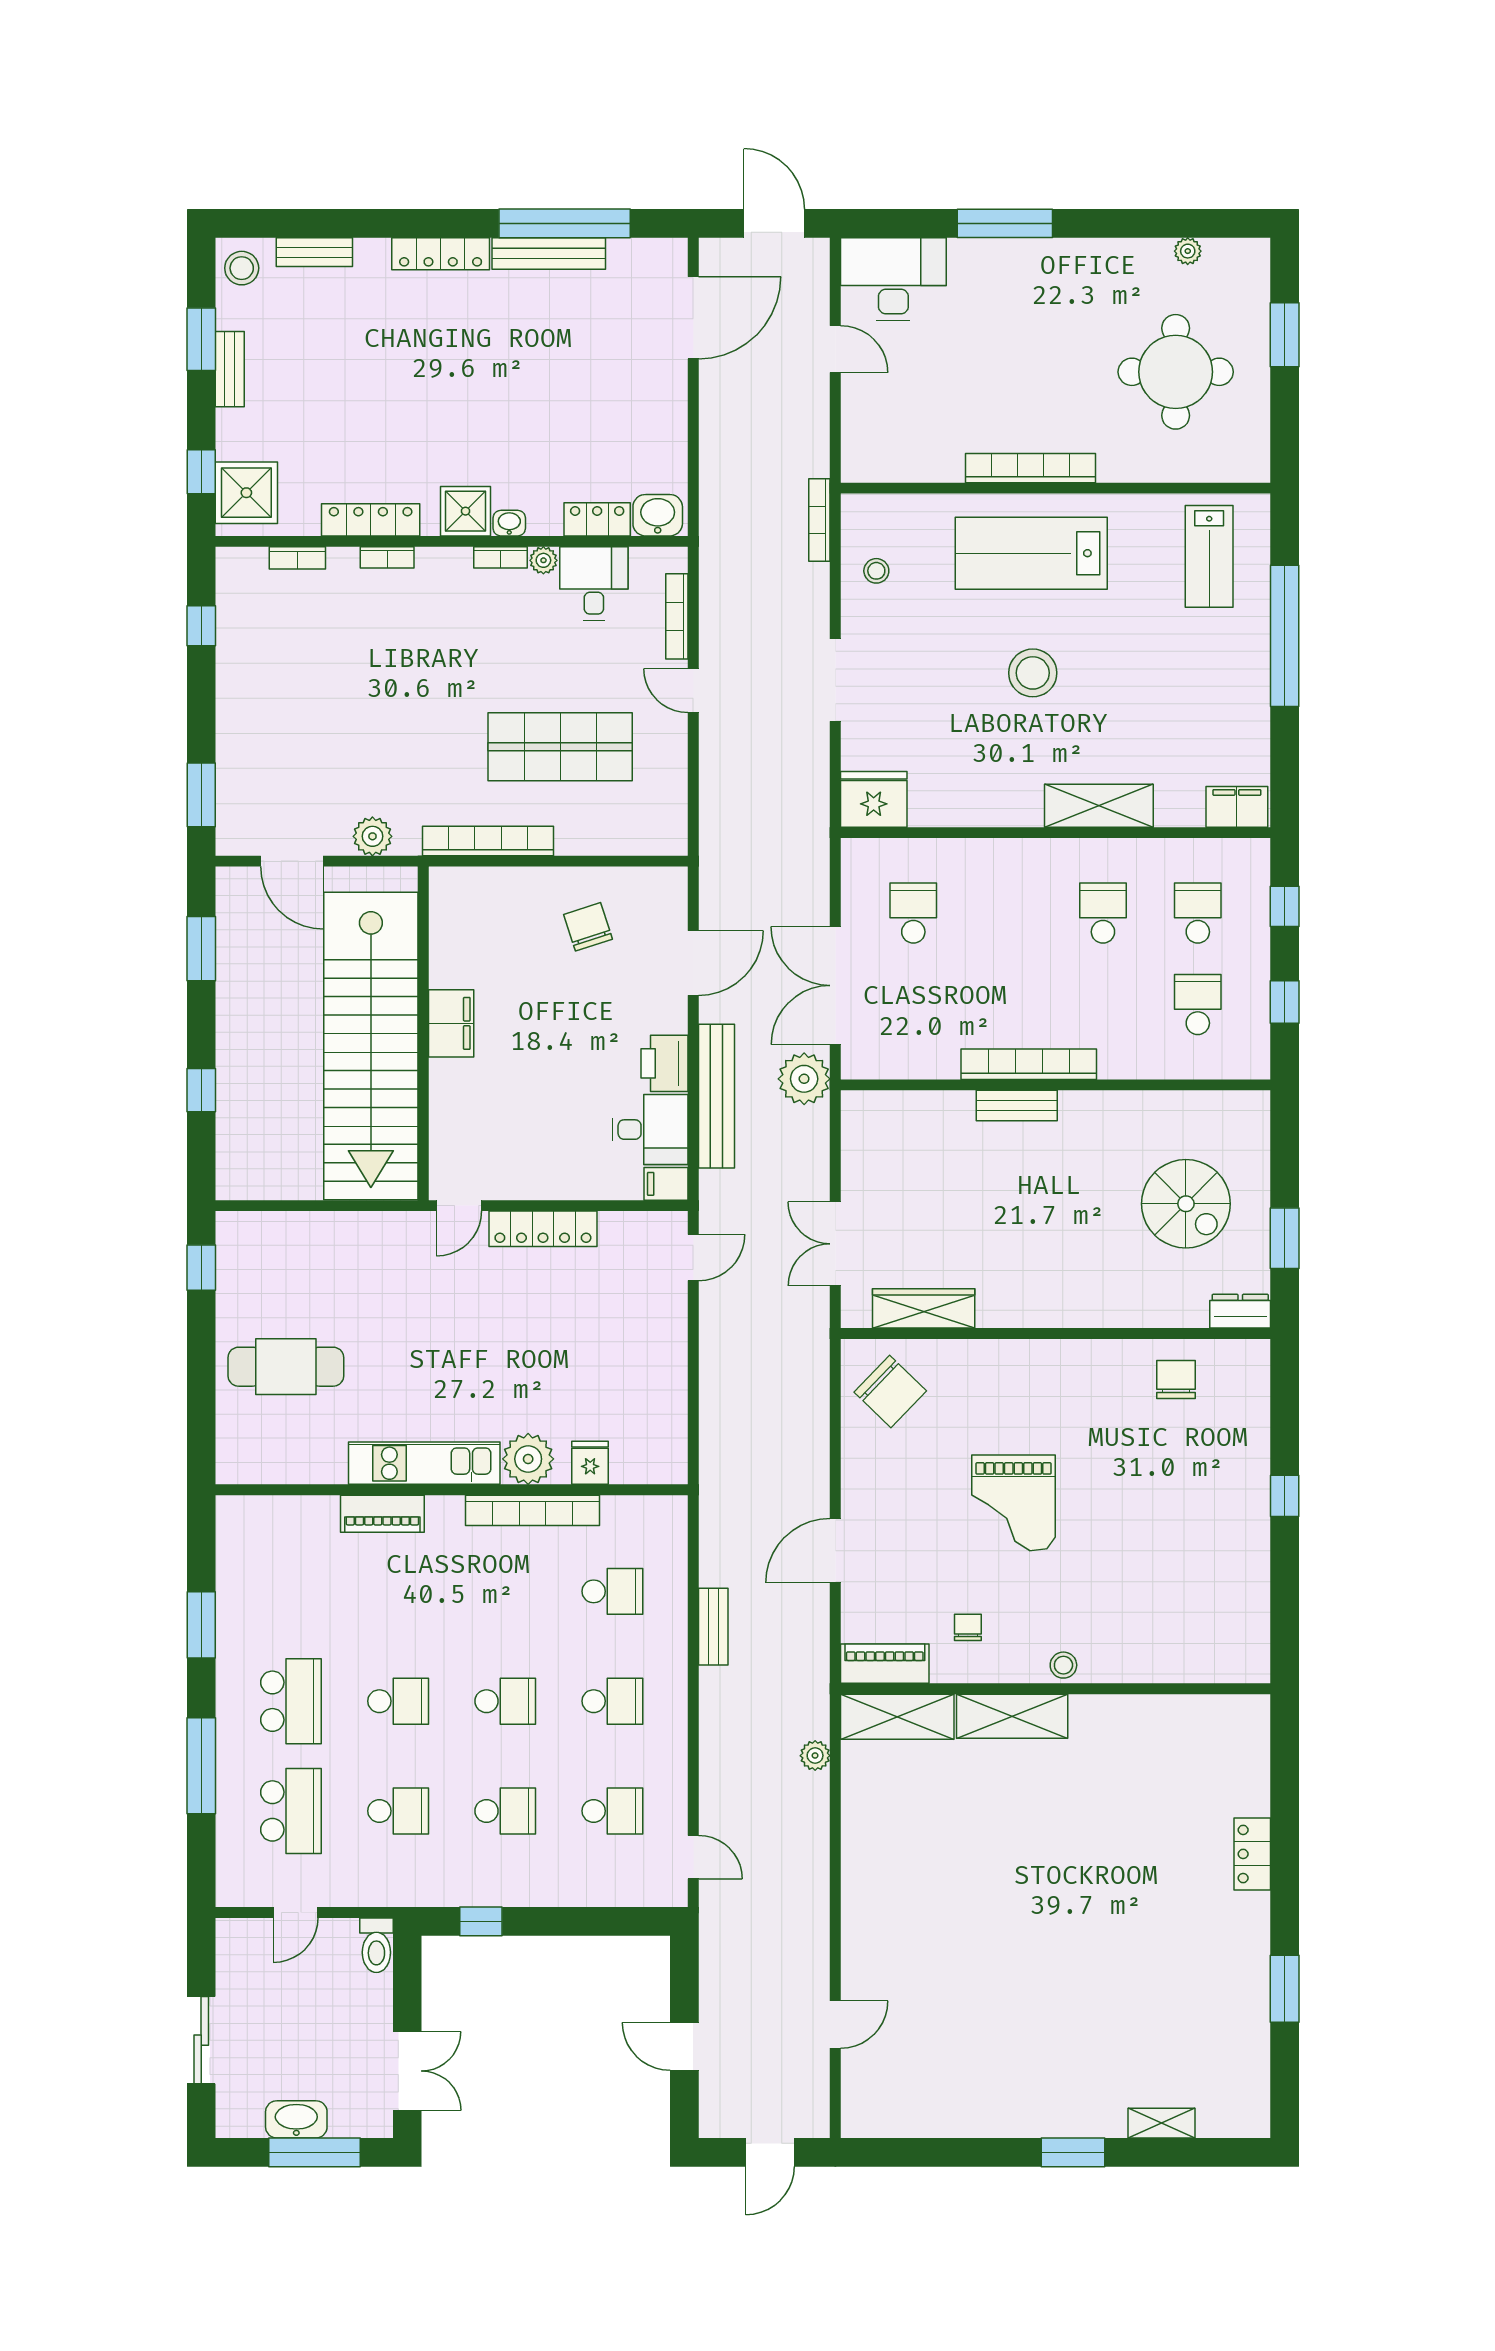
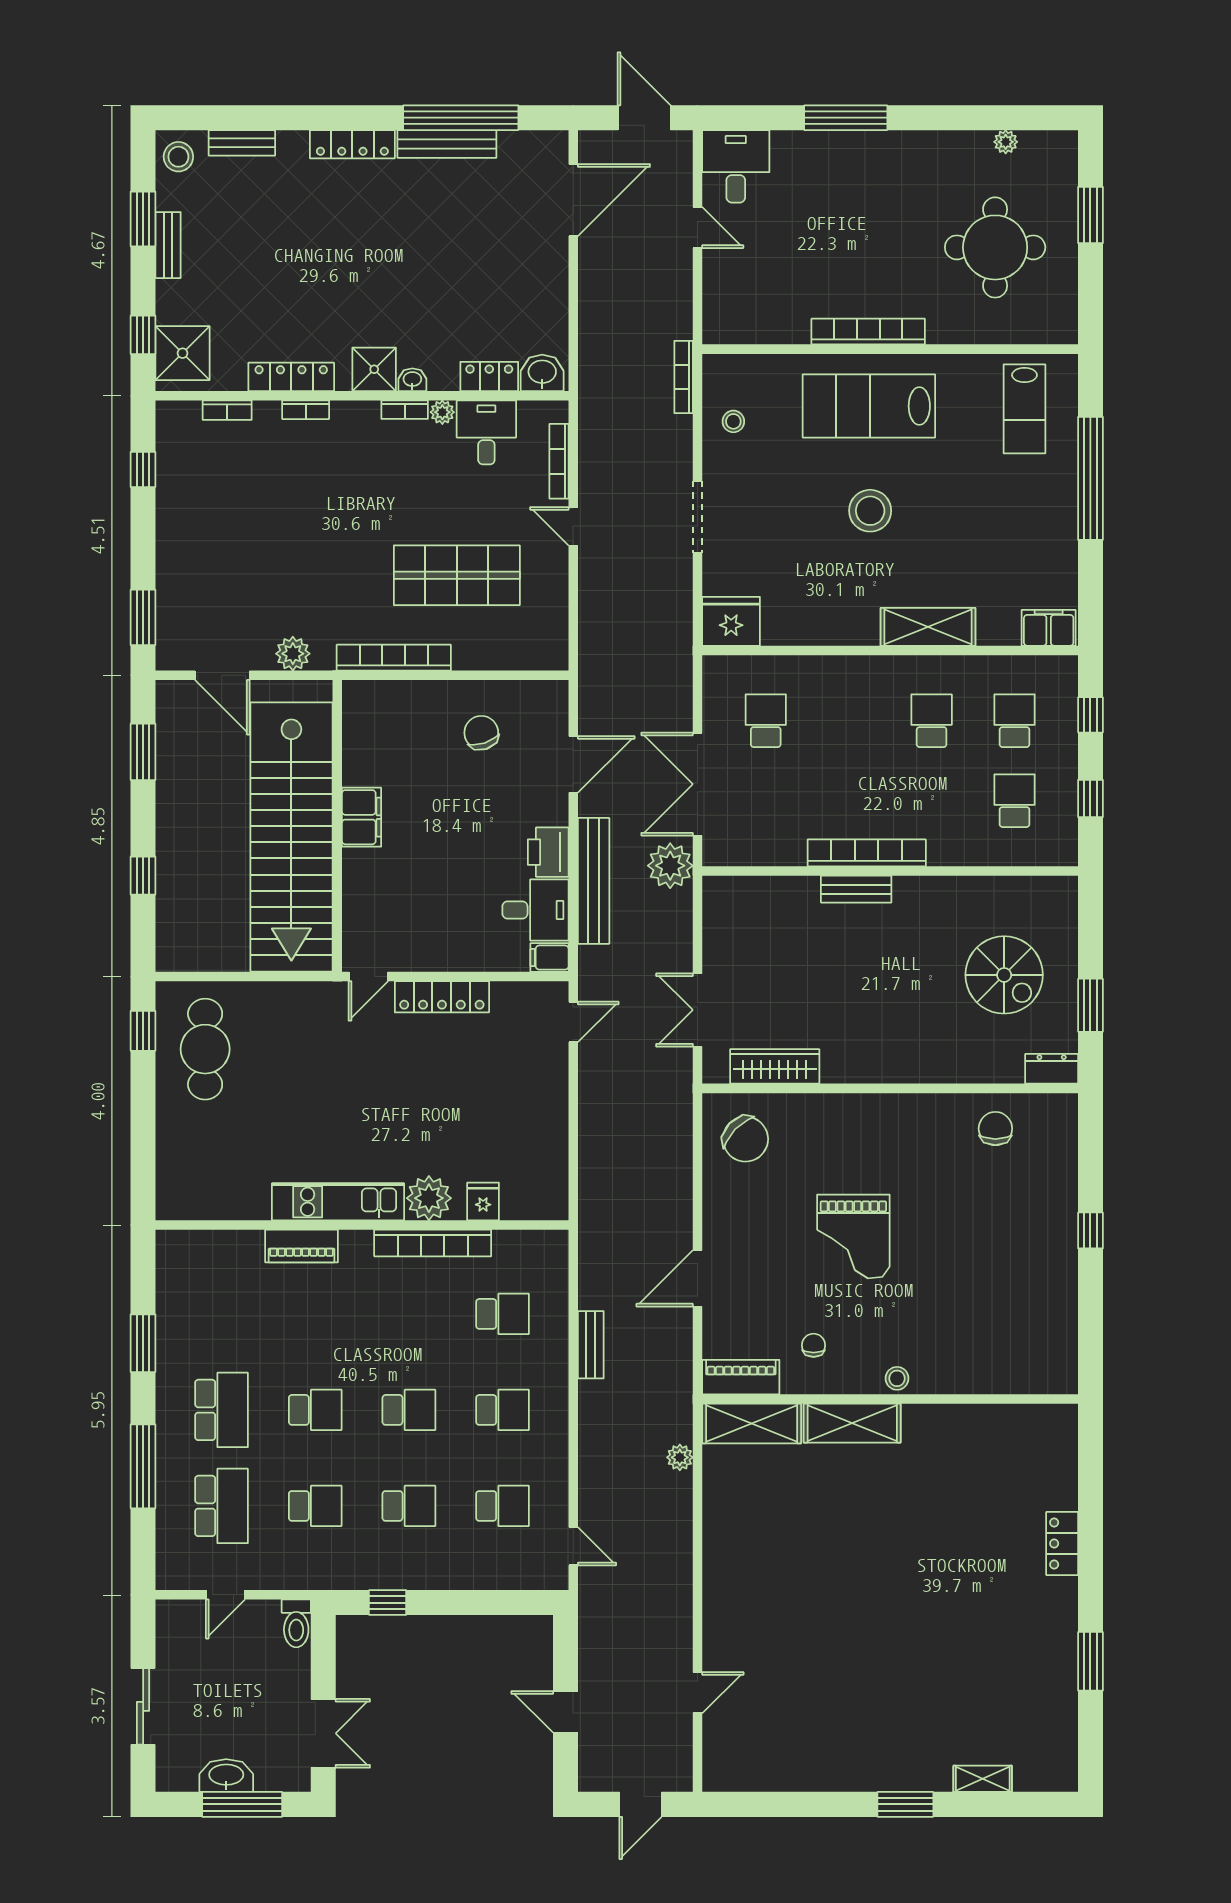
desk: (893, 279) -> (736, 166), width x0.73
cafe table: (286, 1367) -> (205, 1049), moved, turned 90

